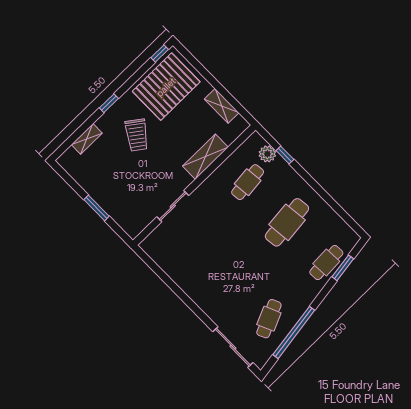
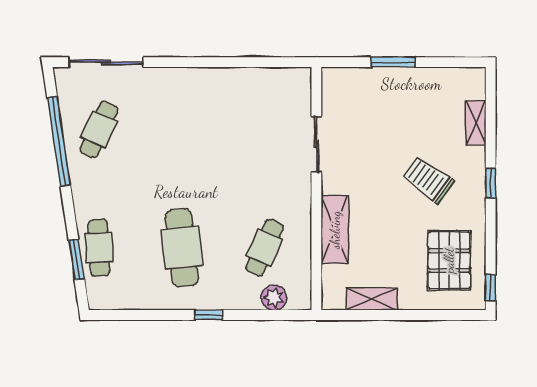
pallet: (166, 87) -> (449, 260), width x0.73, depth x0.71
window: (285, 155) -> (209, 315), moved
cafe table: (248, 182) -> (265, 248), turned 30
cafe table: (269, 319) -> (99, 129), turned 48

